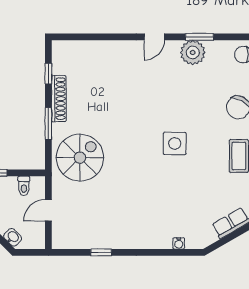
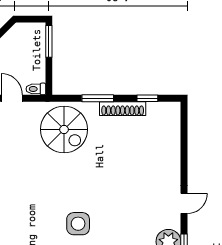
door: (154, 37) -> (184, 203), swing flipped
toilet: (24, 186) -> (36, 89), moved

